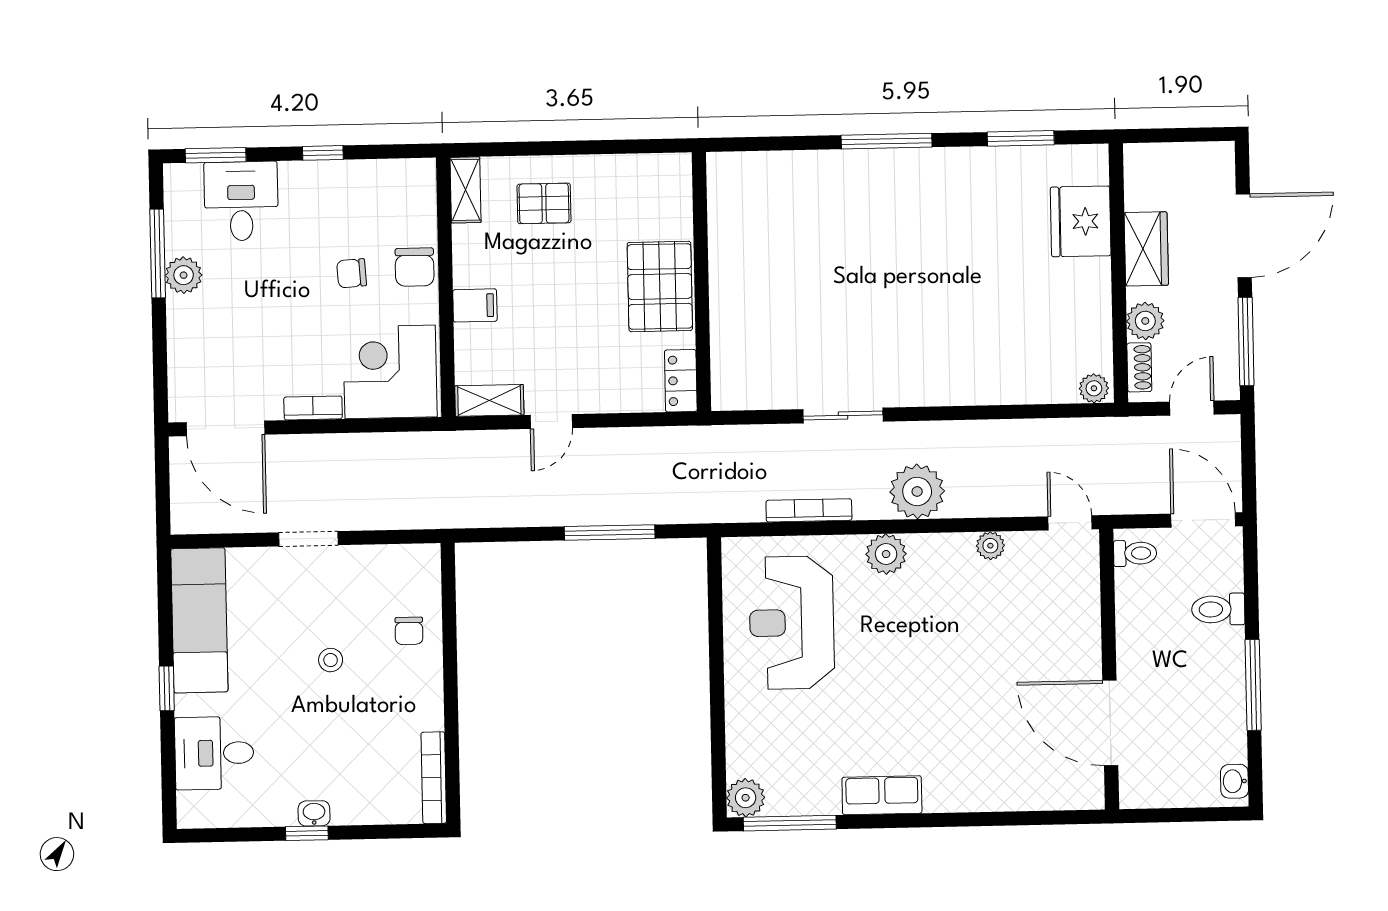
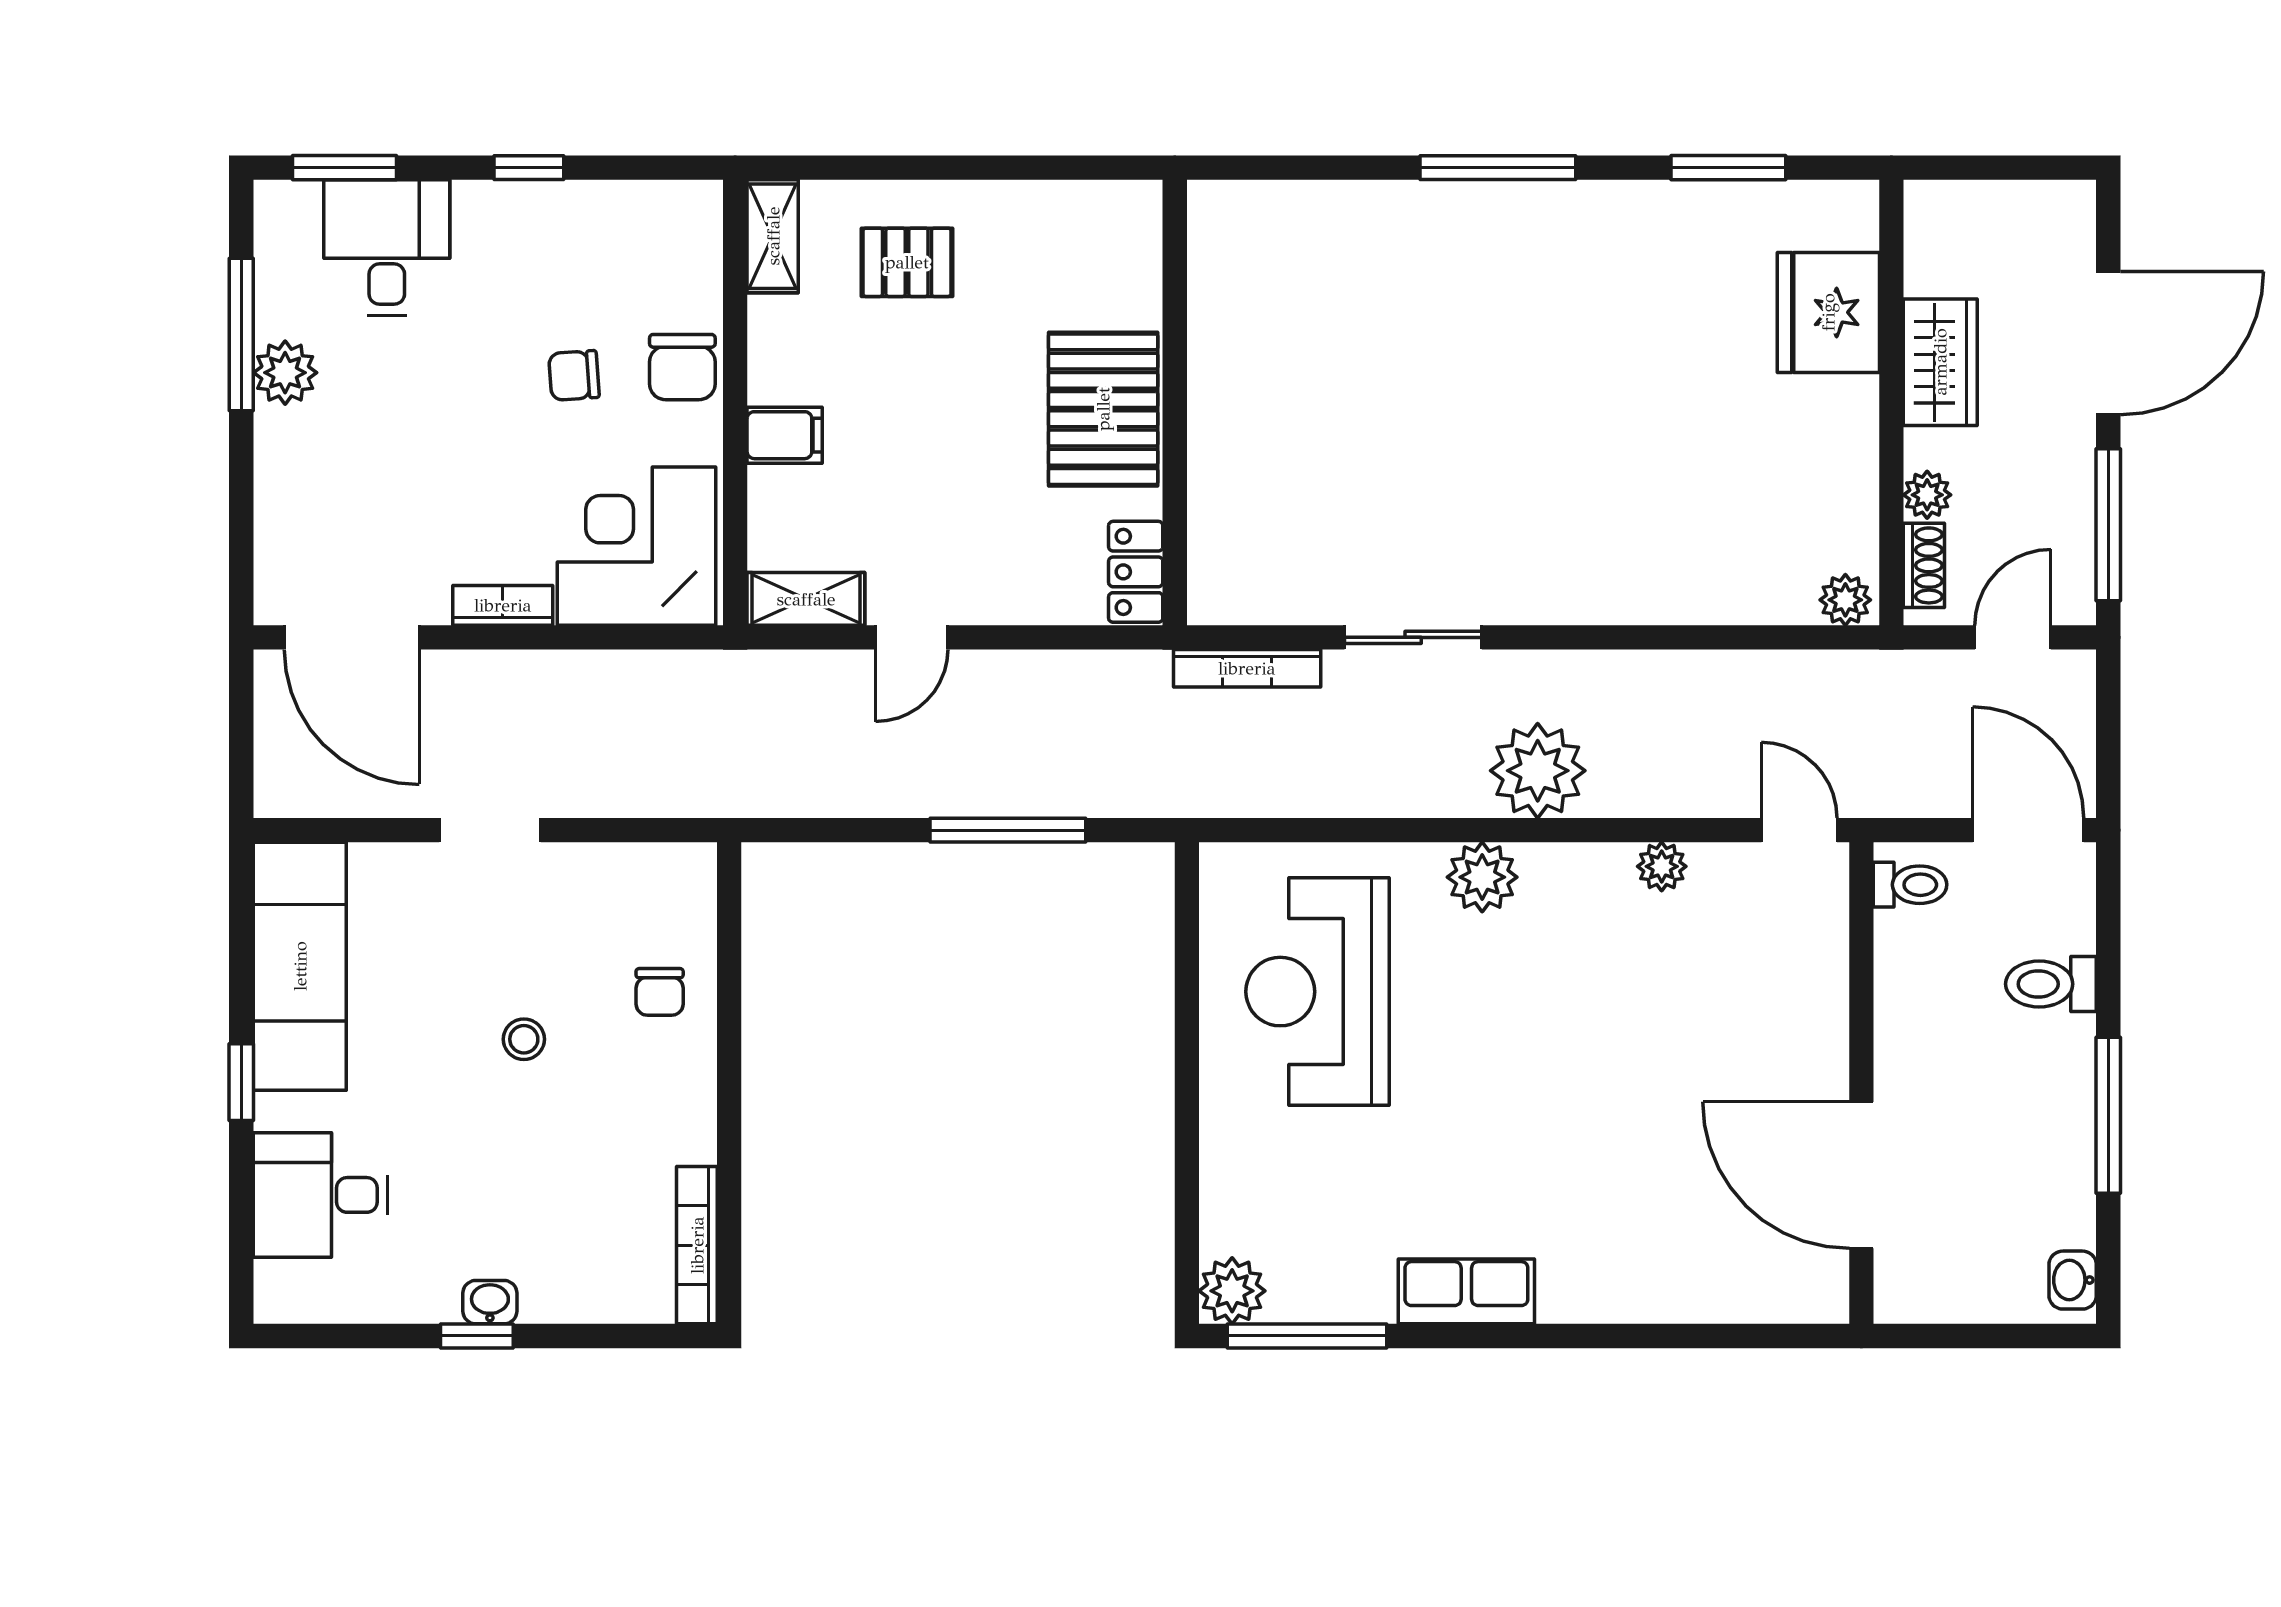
plant: (1145, 321) -> (1927, 495), width x0.73, depth x0.73
bookcase: (809, 510) -> (1247, 668), moved, turned 180

